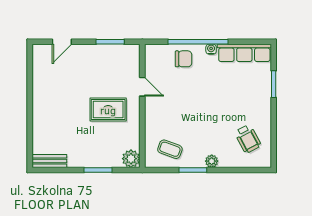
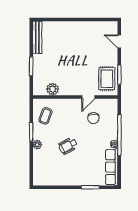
chair: (184, 59) -> (93, 118), moved
rug: (108, 110) -> (107, 79), moved
wheelchair: (248, 139) -> (68, 146), moved
plant: (131, 159) -> (53, 89), moved
bench: (49, 161) -> (37, 37), width x1.36

